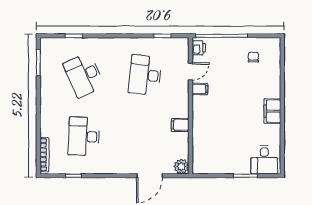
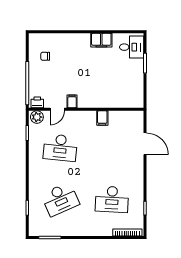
door: (190, 71) -> (57, 109), swing flipped
filing cabinet: (272, 111) -> (101, 40), moved
plant: (181, 167) -> (37, 117), moved

